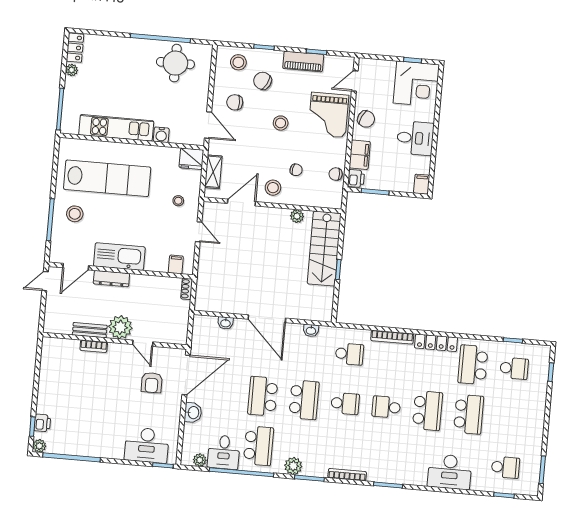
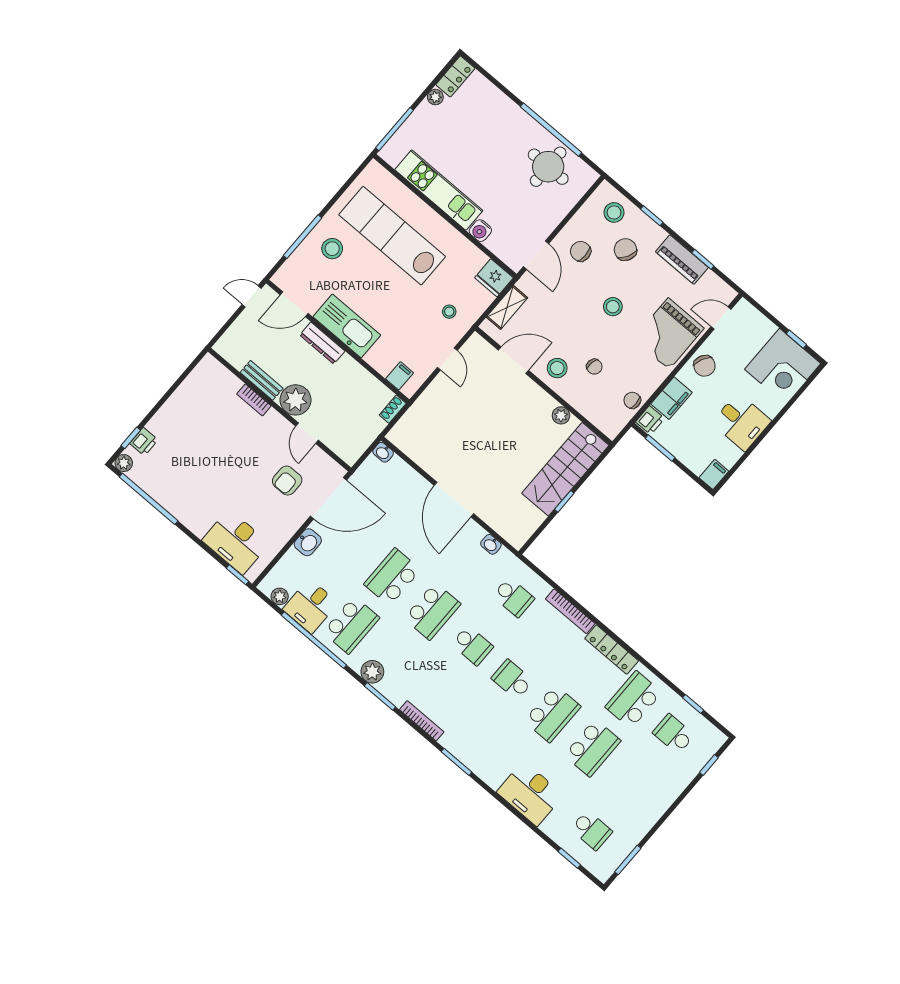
lab bench: (107, 178) -> (392, 236), turned 180
washbasin: (225, 323) -> (383, 452), moved
school desk: (514, 368) -> (674, 734), turned 180

